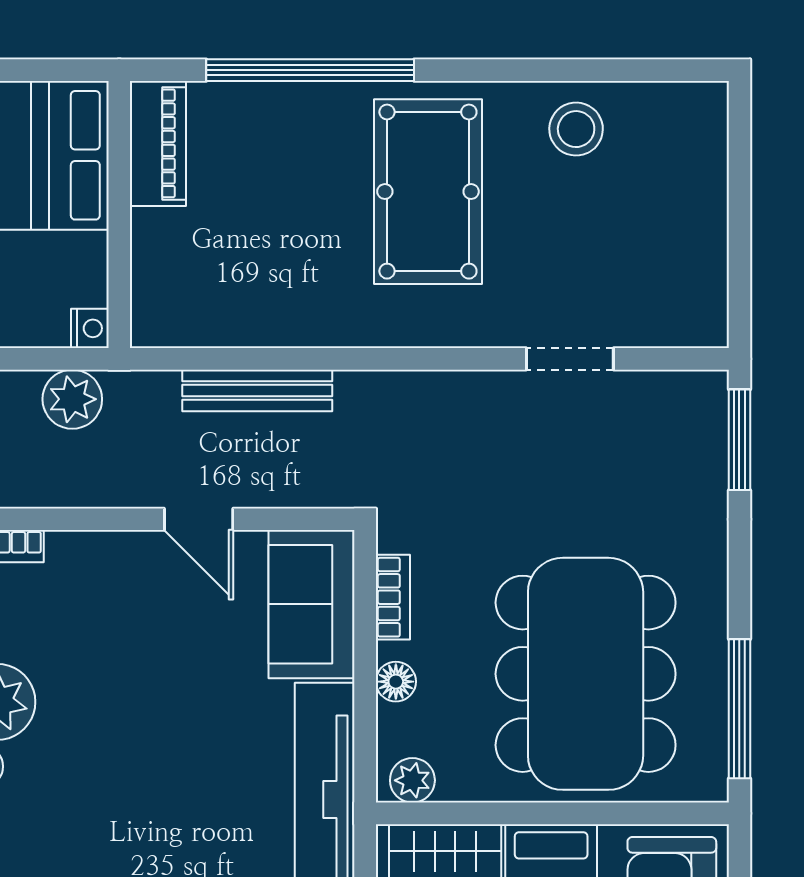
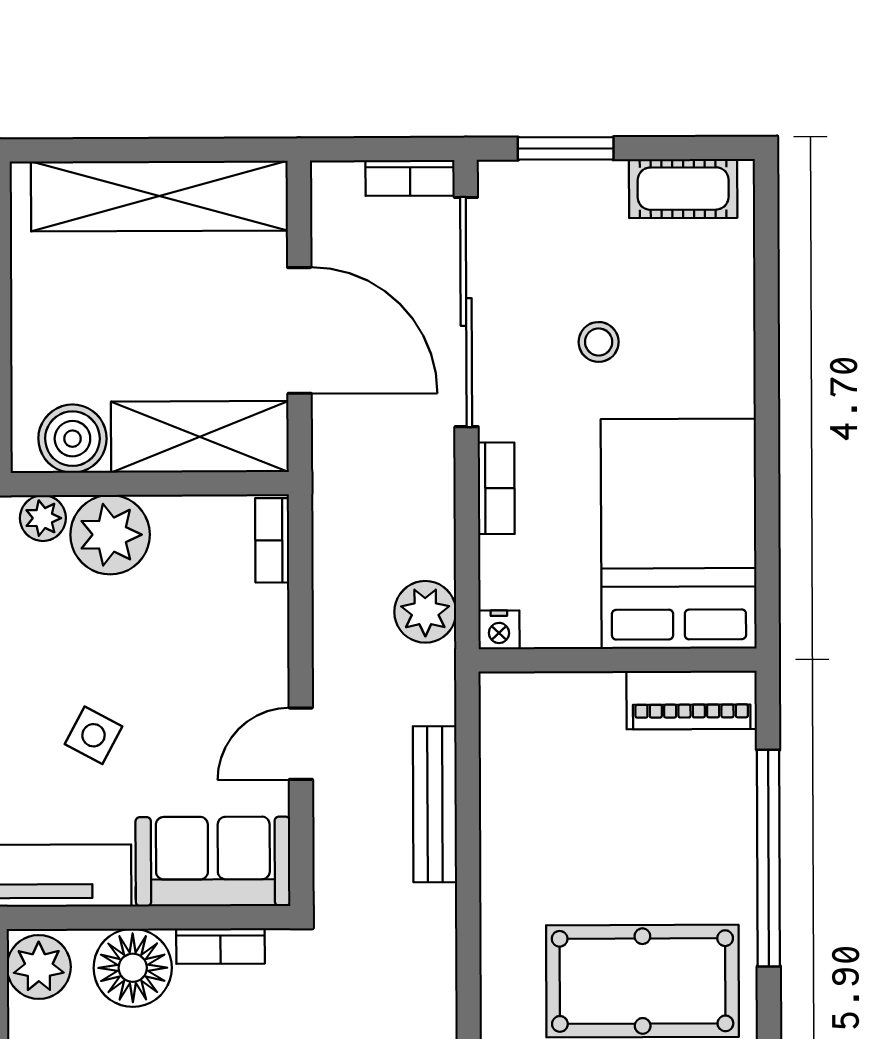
floor lamp: (396, 682) -> (133, 968), width x1.89, depth x1.89
side table: (190, 719) -> (93, 735), added
plant: (412, 780) -> (39, 967), width x1.38, depth x1.38

